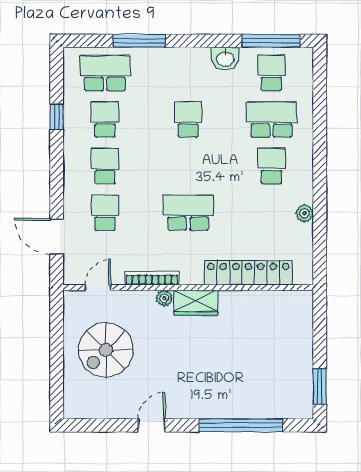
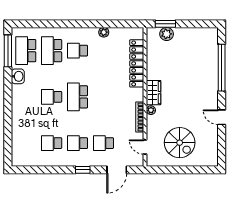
window: (139, 41) -> (8, 124), removed
school desk: (105, 73) -> (26, 143), removed
school desk: (271, 73) -> (26, 51), width x1.85
window: (57, 117) -> (83, 170), moved
school desk: (188, 213) -> (78, 97), moved
plant: (301, 326) -> (167, 34), added
window: (320, 387) -> (165, 24), moved

